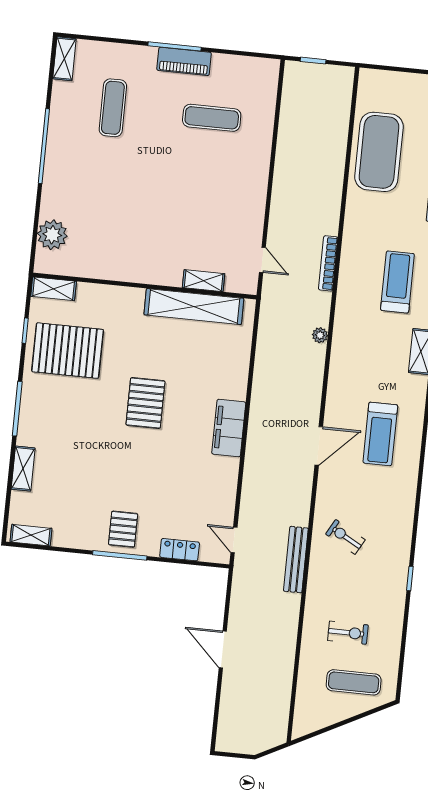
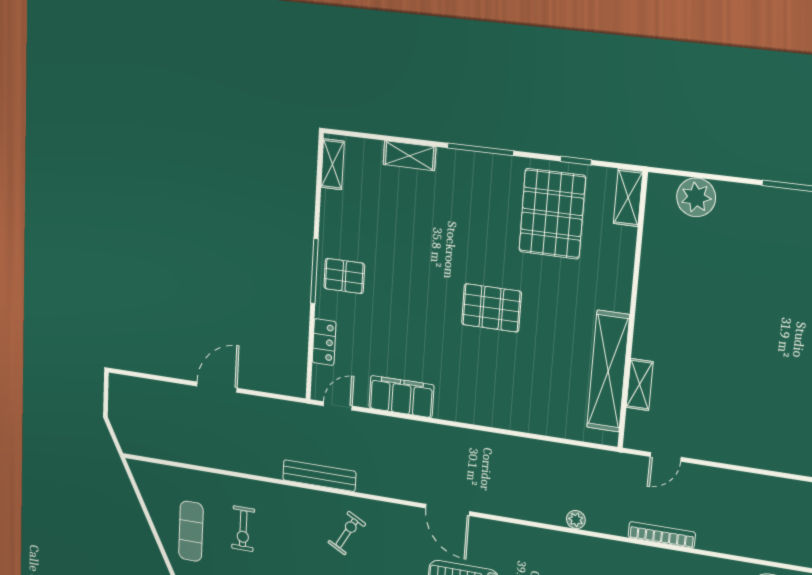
filing cabinet: (229, 428) -> (401, 397), moved

